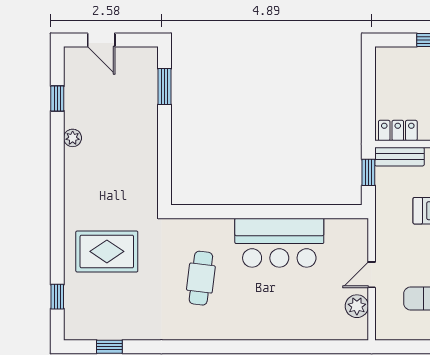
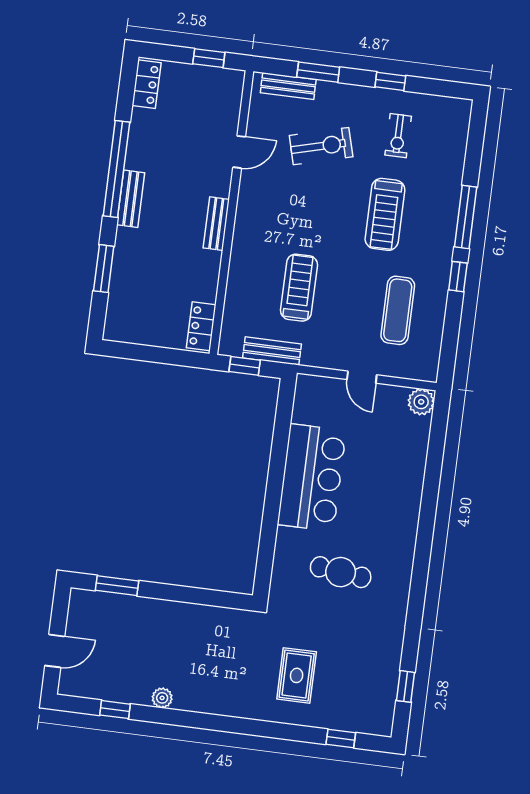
bench: (399, 157) -> (272, 351), moved, turned 90
rug: (107, 251) -> (297, 675), width x0.73, depth x0.70
plant: (357, 306) -> (421, 402), moved

